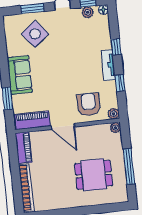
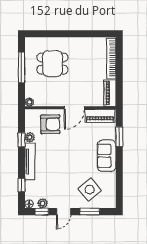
window: (116, 47) -> (21, 185), moved
tv unit: (108, 65) -> (30, 162), width x1.41
armchair: (89, 104) -> (50, 124), turned -91
plant: (114, 114) -> (30, 137), moved
door: (63, 126) -> (74, 108), swing flipped

